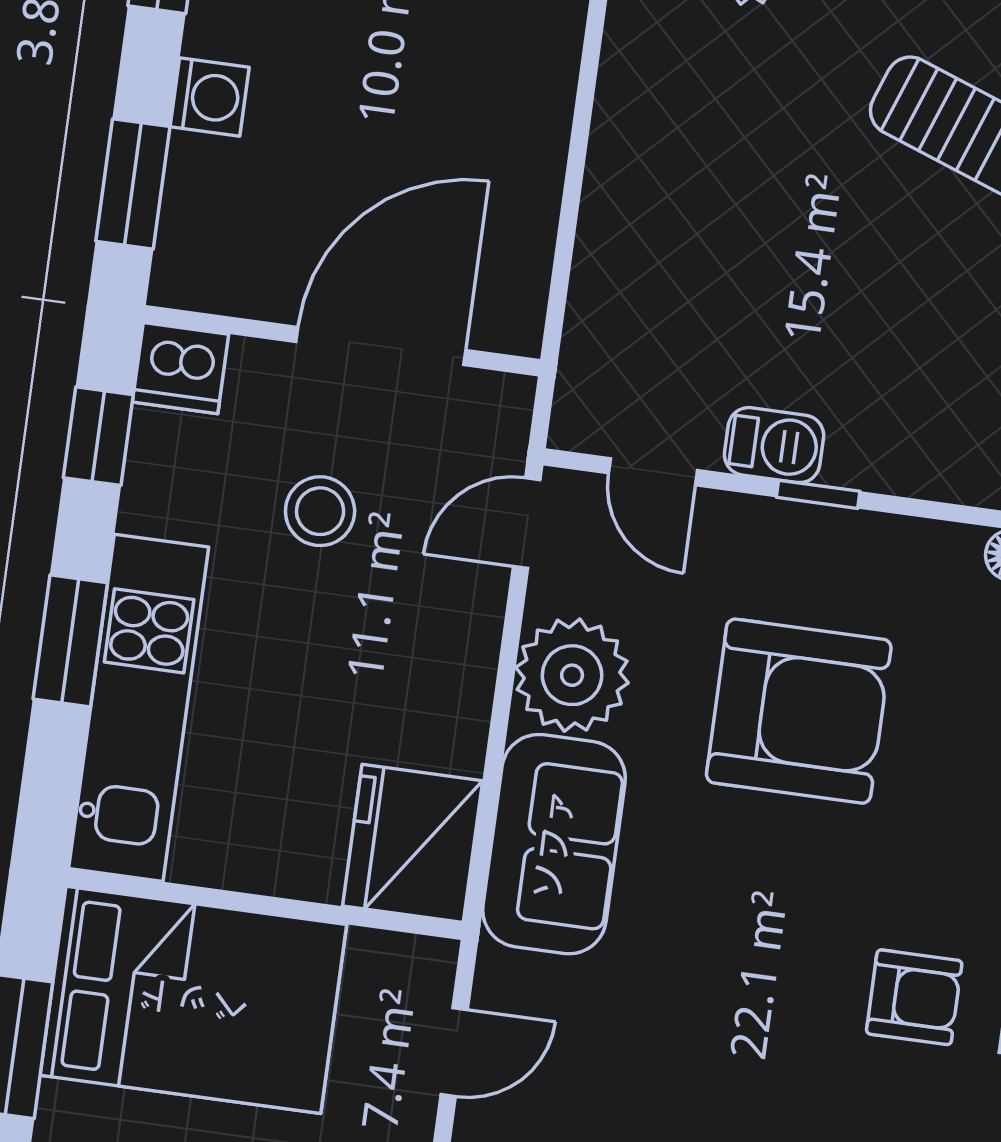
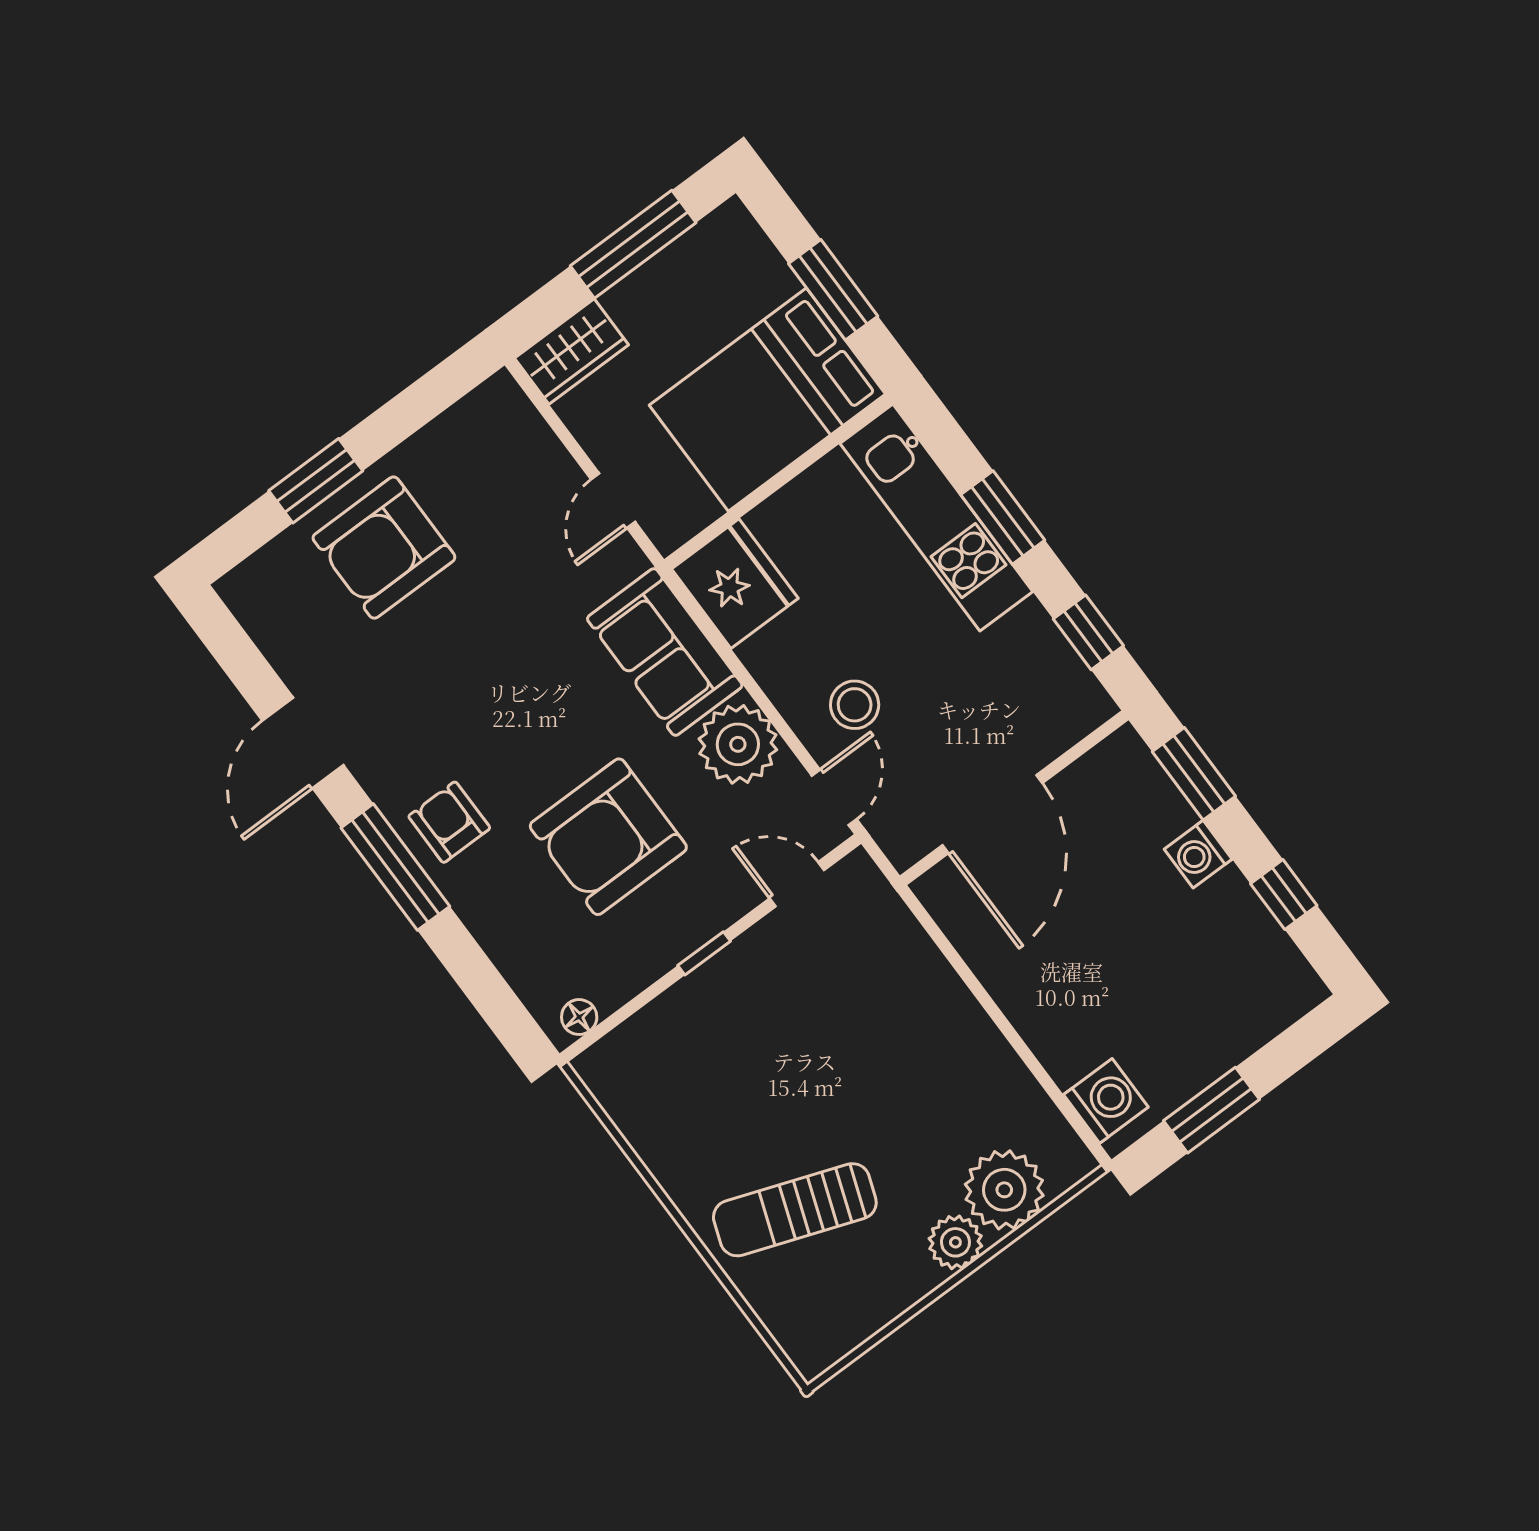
dishwasher: (181, 368) -> (1081, 706), removed
barbecue: (774, 445) -> (750, 956), removed
stool: (320, 511) -> (855, 705), moved
armchair: (914, 997) -> (449, 822), moved, turned 90

